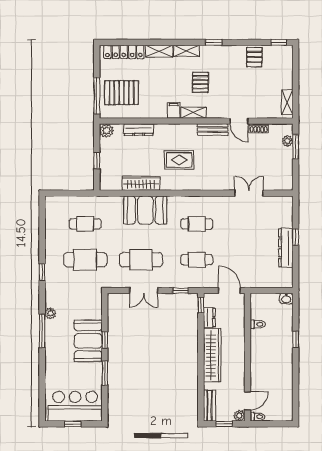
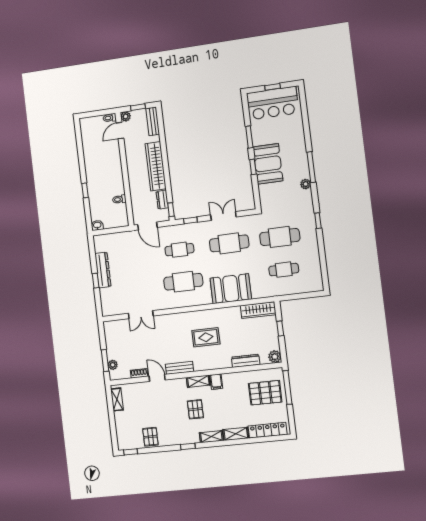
wardrobe: (141, 183) -> (258, 310), moved
cafe table: (197, 224) -> (183, 282), width x1.37, depth x1.35

